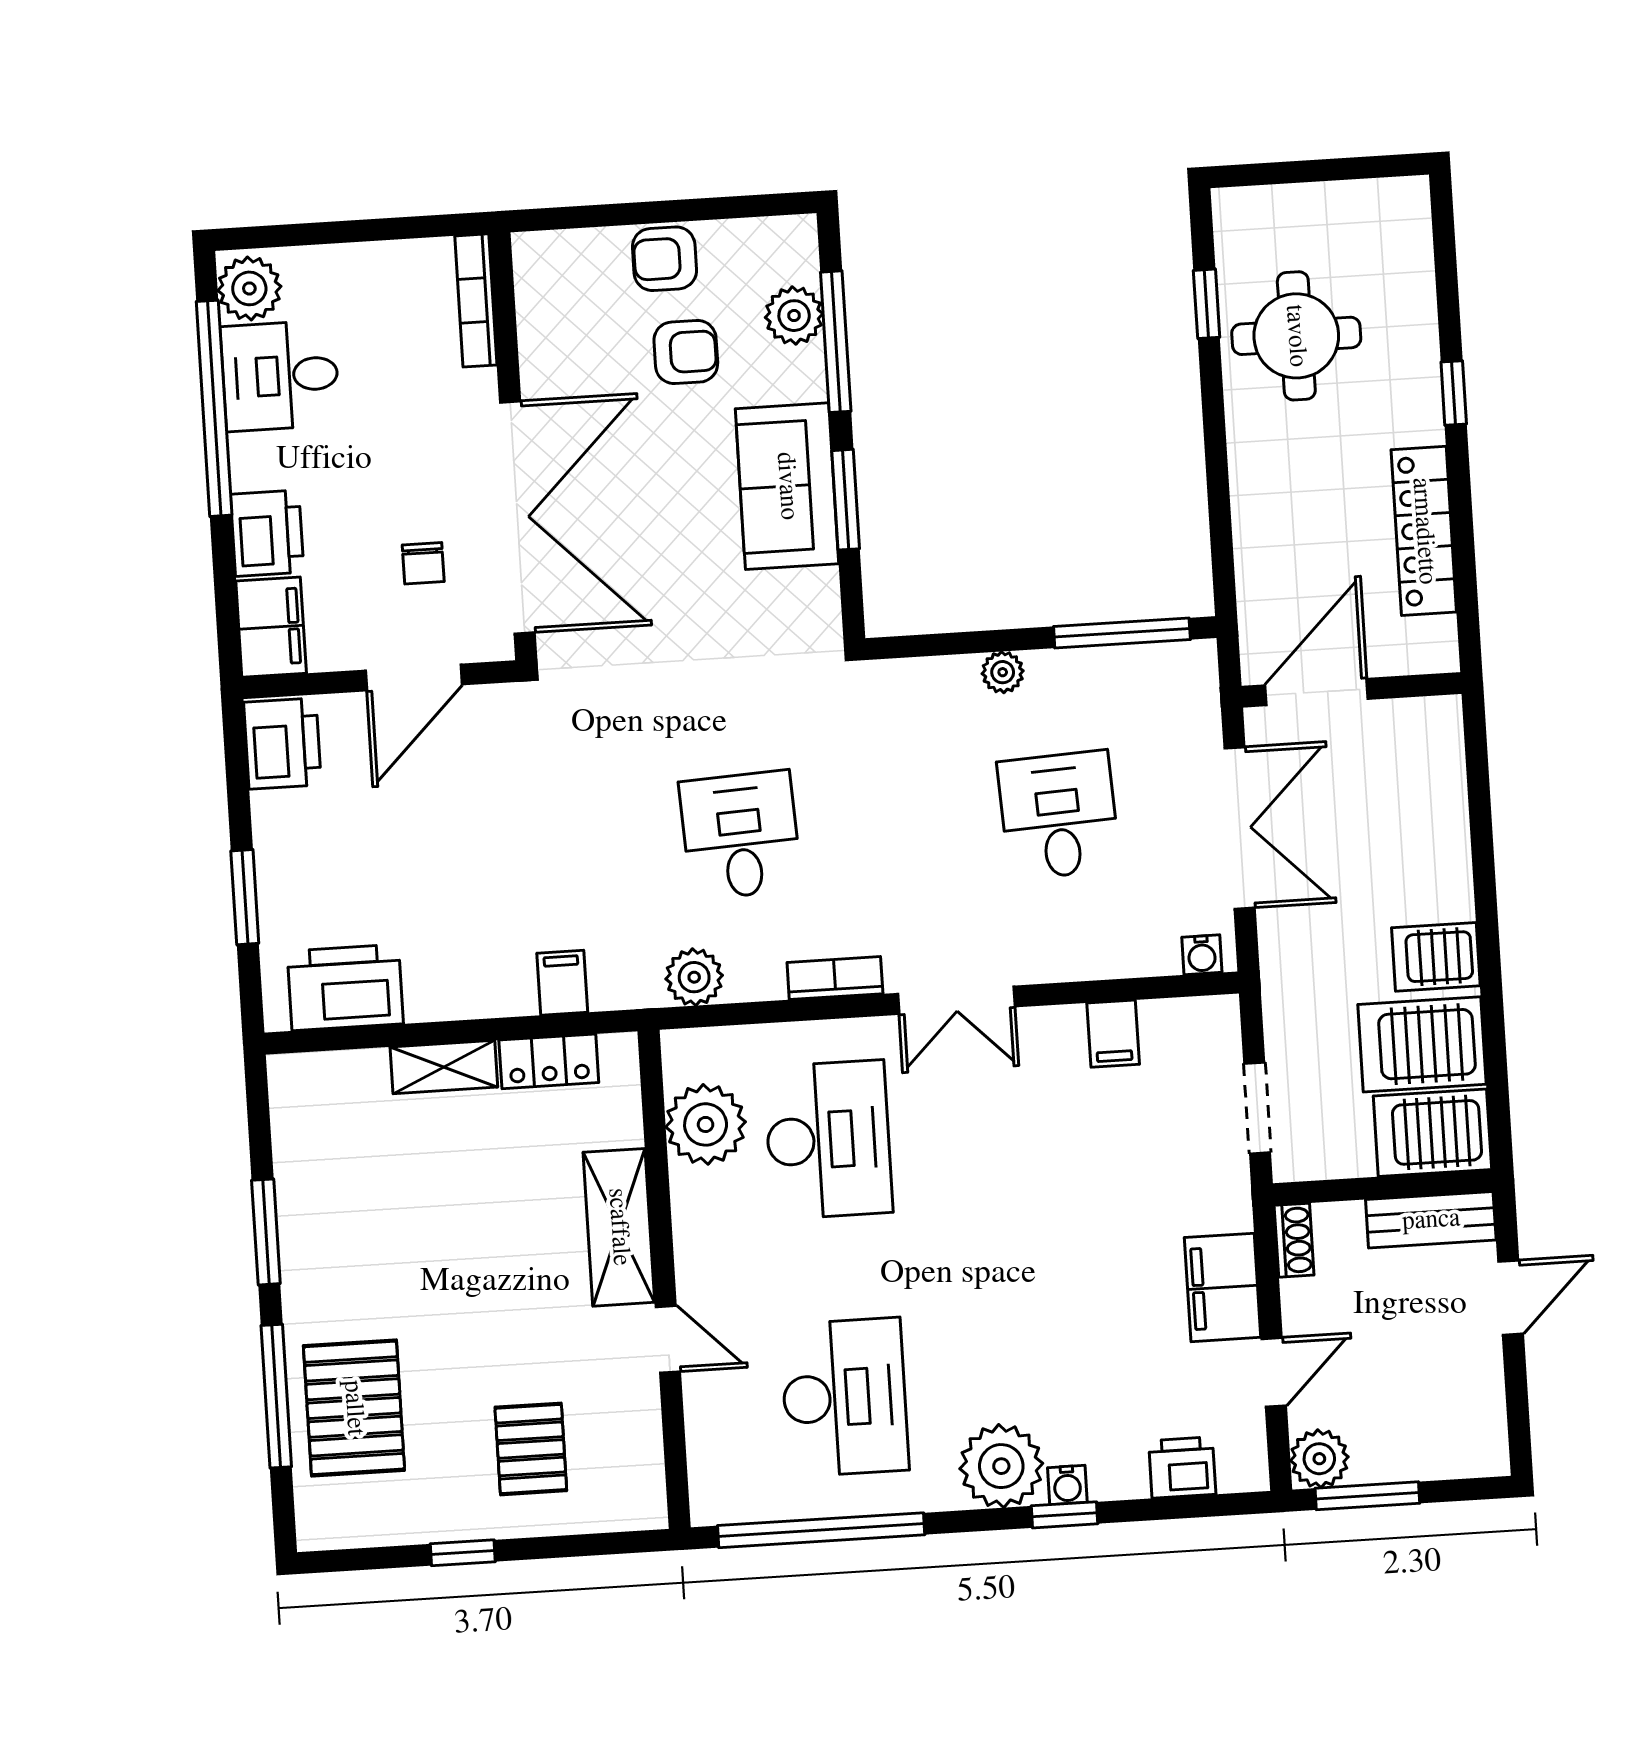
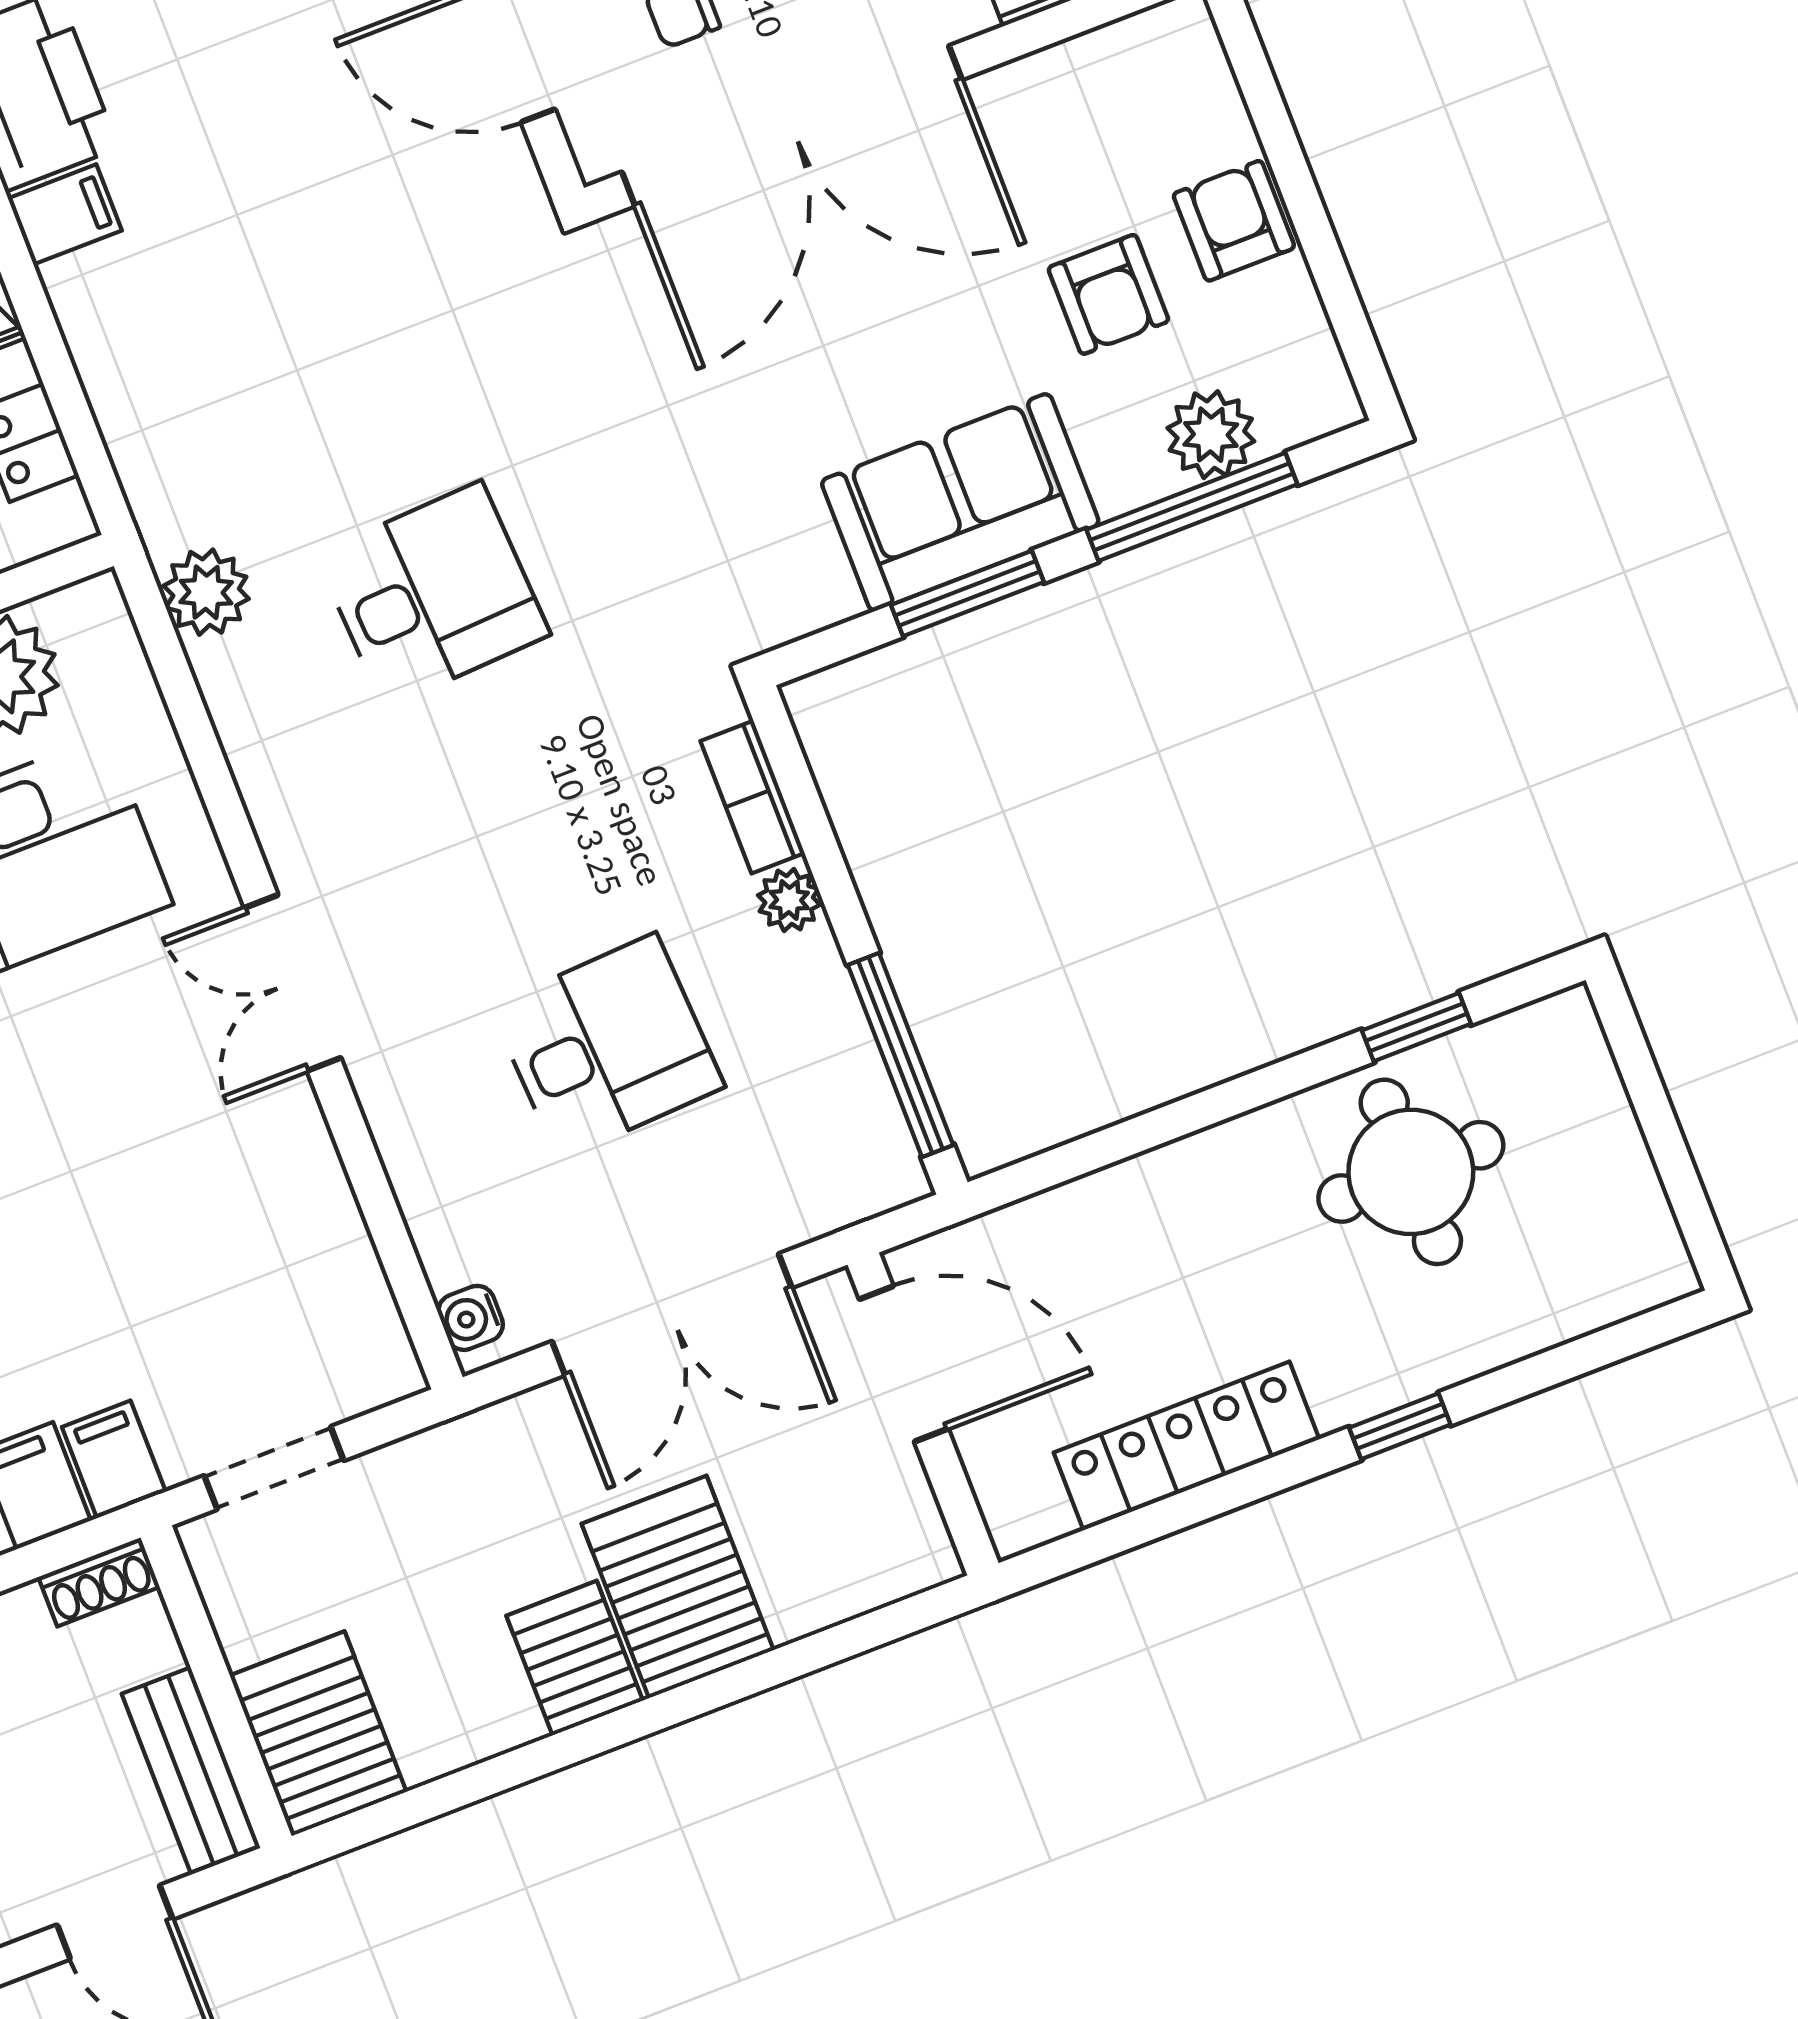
bookcase: (835, 978) -> (753, 797), moved, turned 180
filing cabinet: (562, 983) -> (65, 214), moved
filing cabinet: (1113, 1034) -> (114, 1459), moved, turned 90
server rack: (1422, 1044) -> (678, 1587), moved

